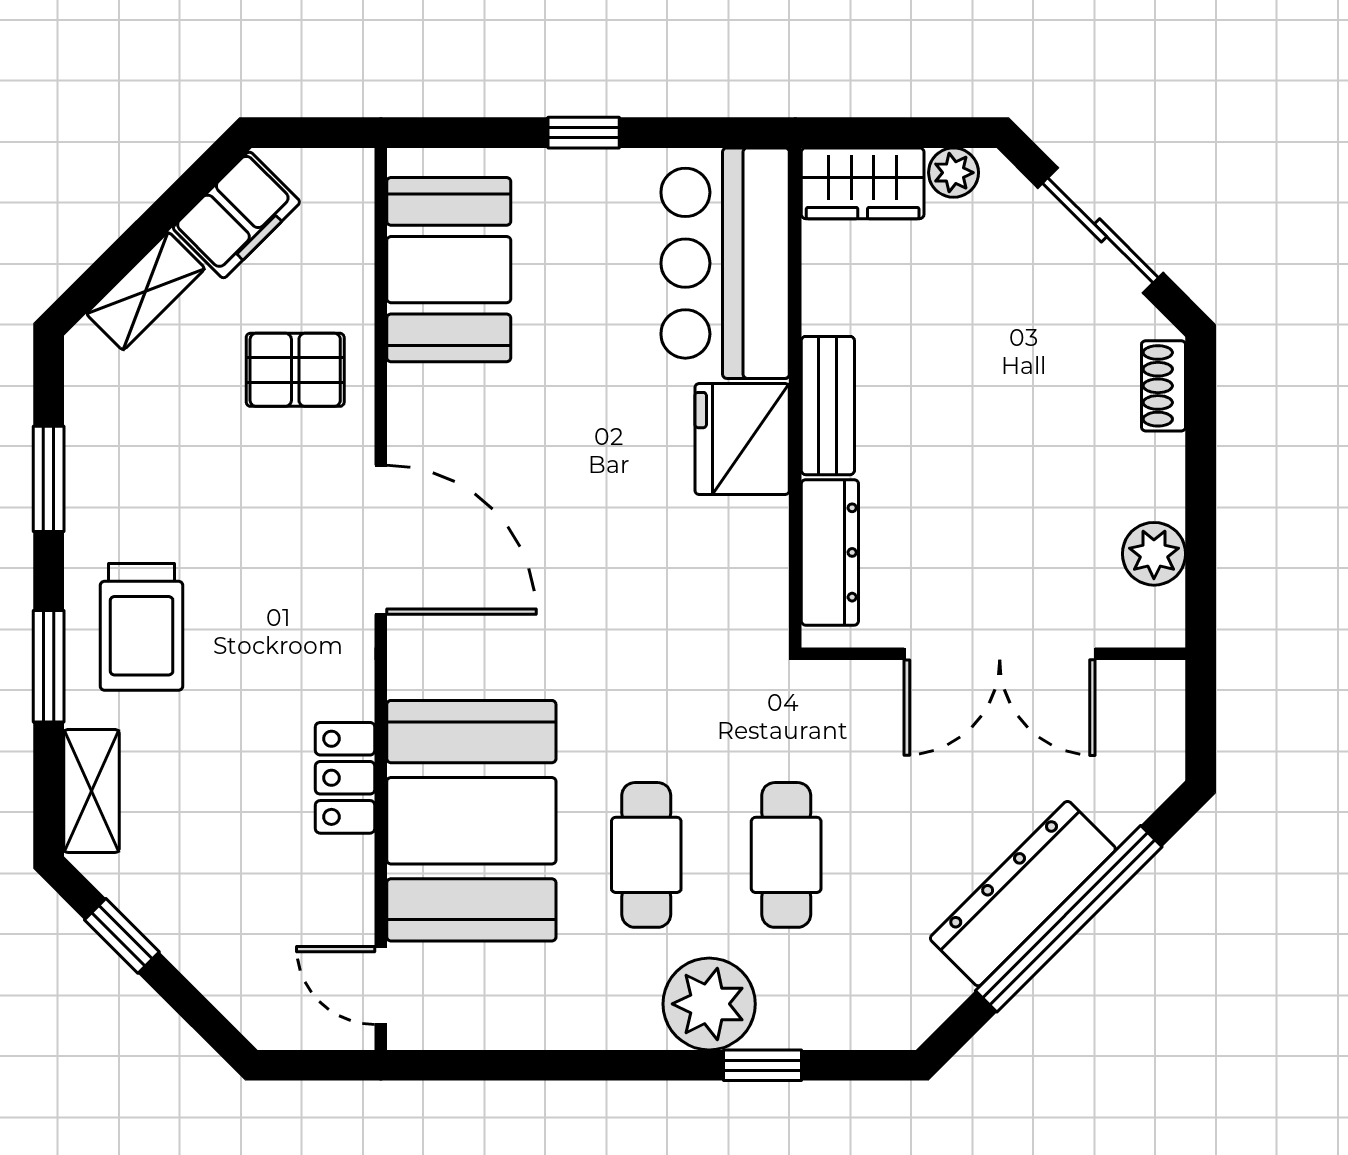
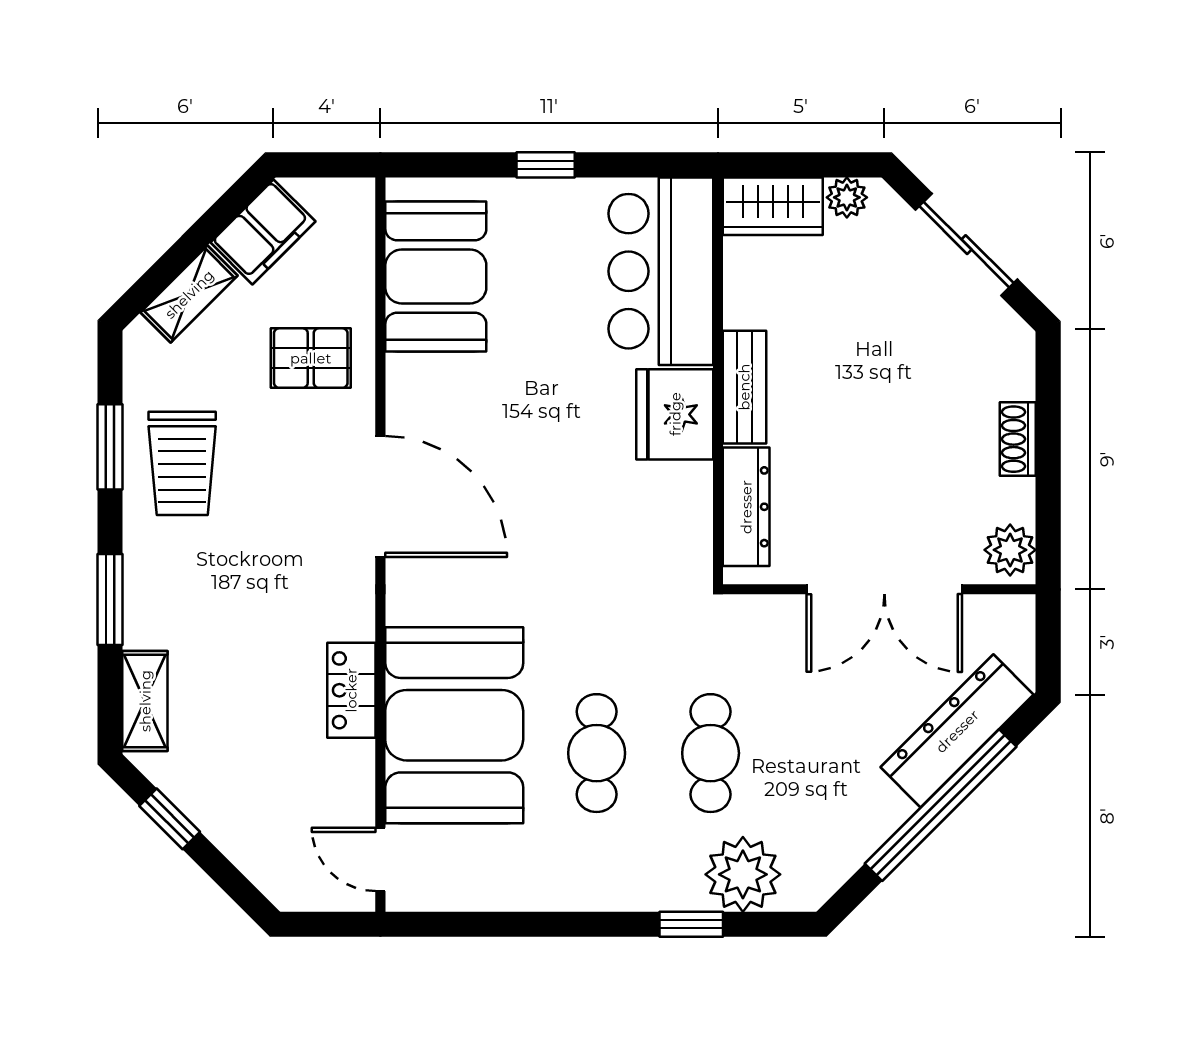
shoe rack: (1164, 386) -> (1018, 439), moved
plant: (1154, 554) -> (1010, 550), moved
trolley: (142, 627) -> (182, 463), moved
dresser: (1023, 894) -> (957, 731), moved
plant: (709, 1004) -> (743, 874), moved

